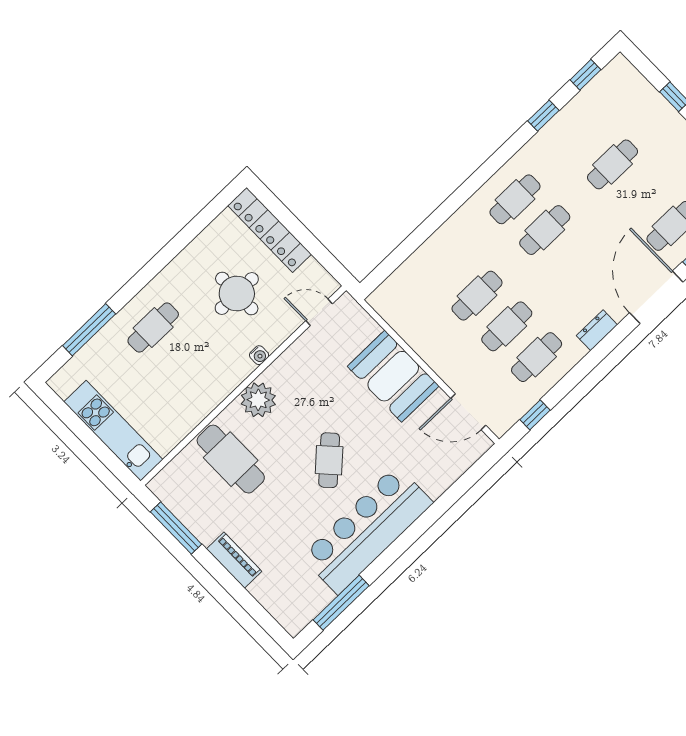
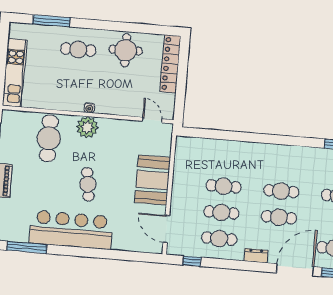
cafe table: (515, 199) -> (279, 217), moved
round table: (237, 294) -> (126, 50), moved
water cooler: (259, 355) -> (89, 108), moved
cafe table: (329, 460) -> (88, 184), turned -55

